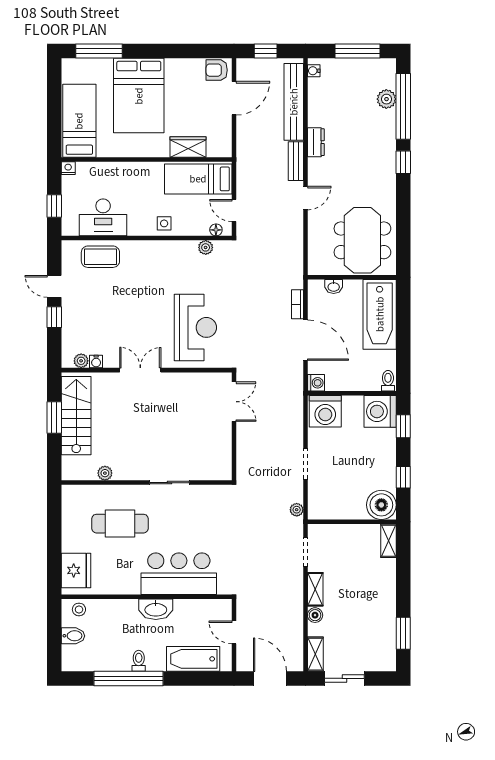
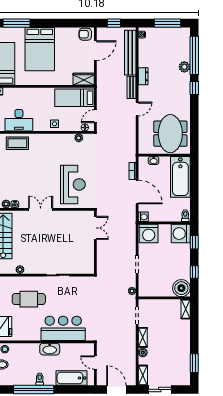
plant: (386, 99) -> (184, 67), moved
wardrobe: (188, 147) -> (84, 79), moved
door: (234, 211) -> (95, 116), hinge flipped

